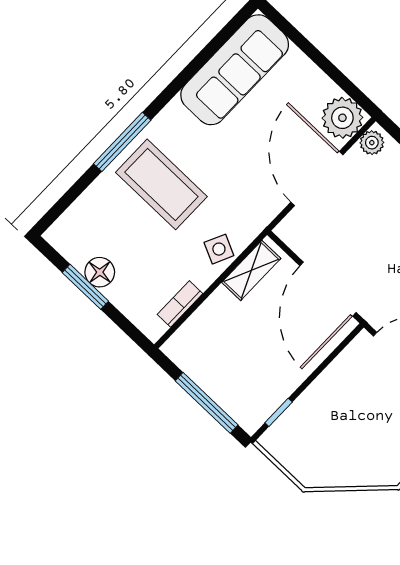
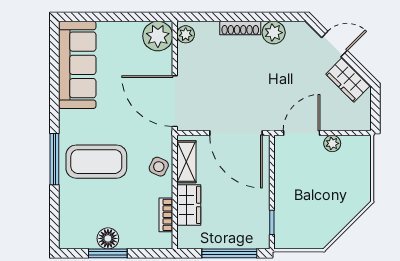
door: (317, 178) -> (175, 101), moved
wardrobe: (212, 316) -> (189, 205), added

